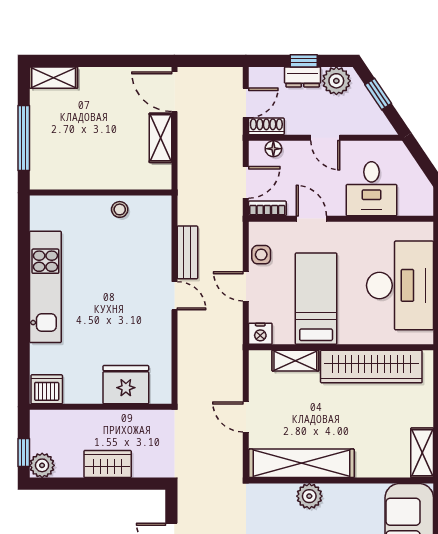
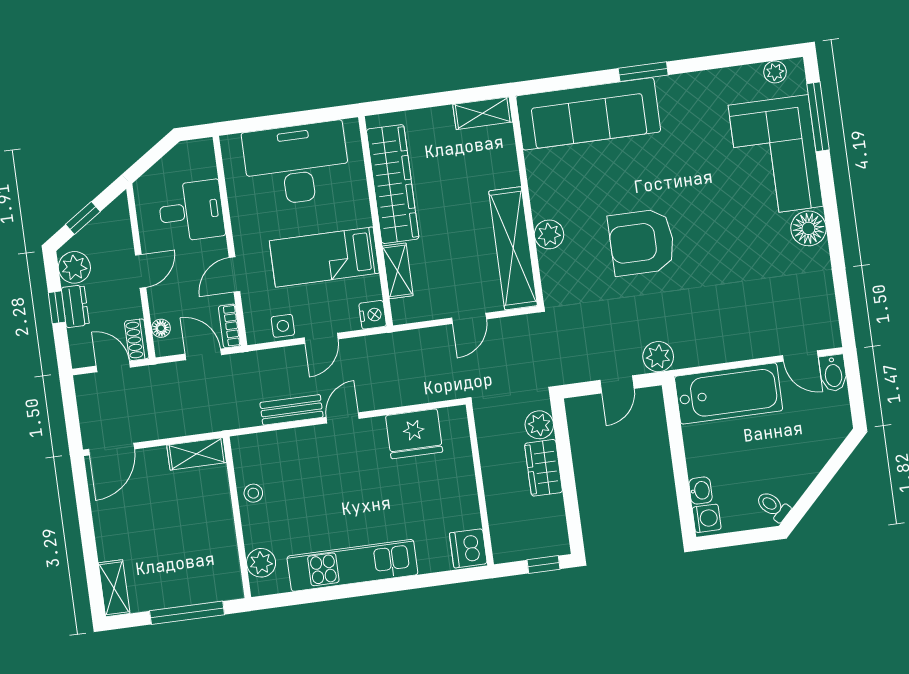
shelving: (160, 138) -> (197, 454), moved
plant: (58, 208) -> (261, 563), added
fridge: (126, 385) -> (414, 434), moved, turned -90
plant: (42, 465) -> (539, 425), moved

